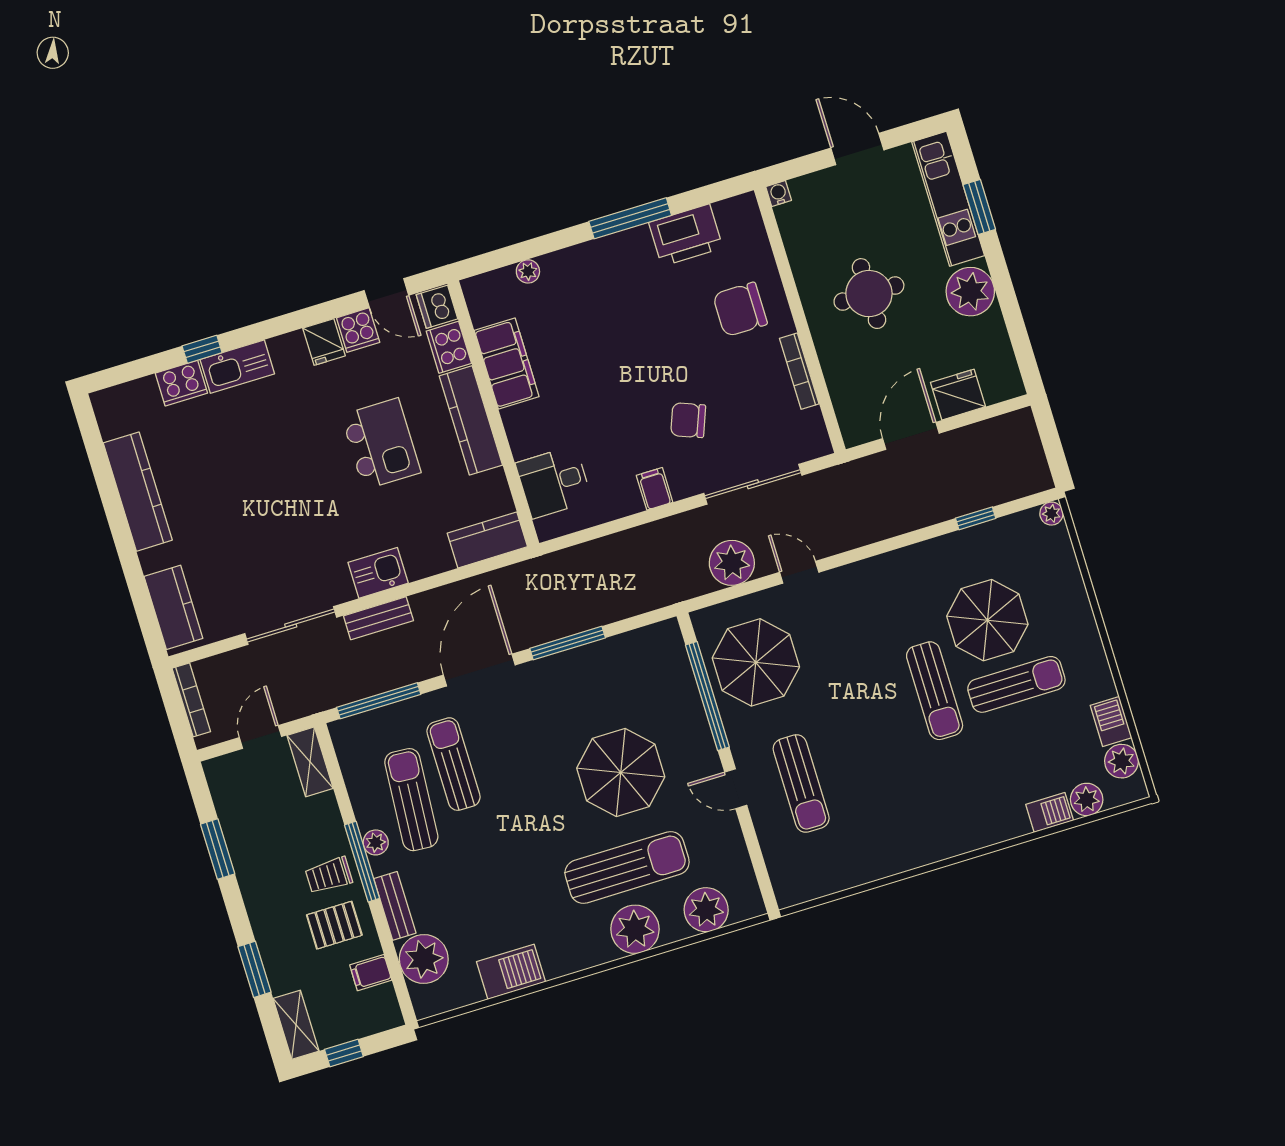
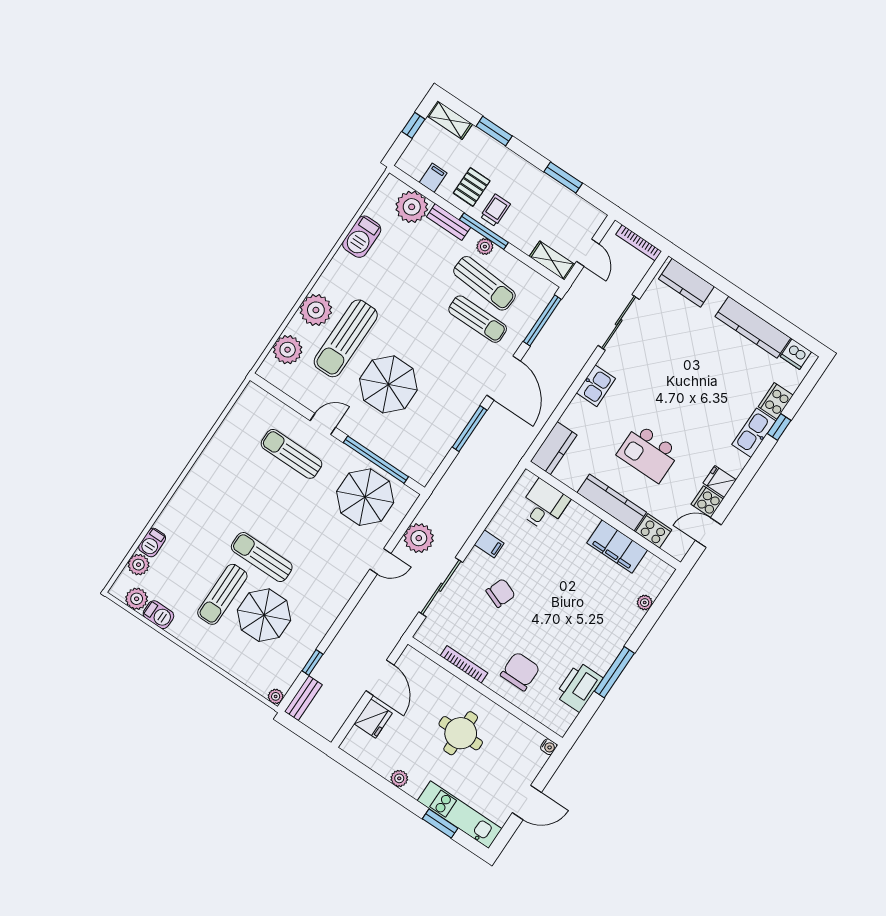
plant: (970, 292) -> (399, 778), width x0.53, depth x0.53
dishwasher: (437, 307) -> (796, 354), moved, turned 180
bench: (378, 618) -> (303, 698), moved

